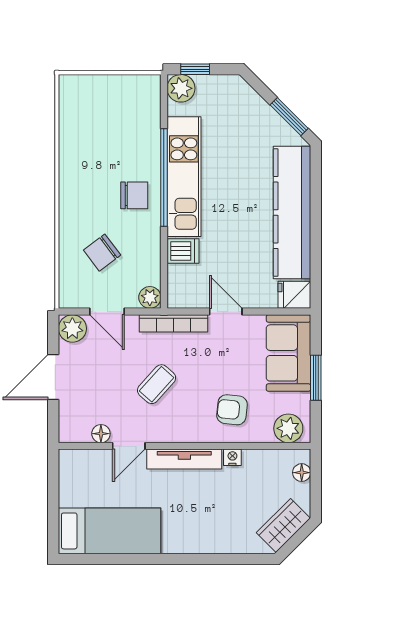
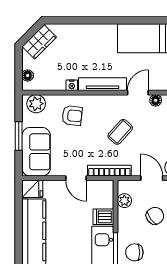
plant: (150, 297) -> (124, 201), moved

